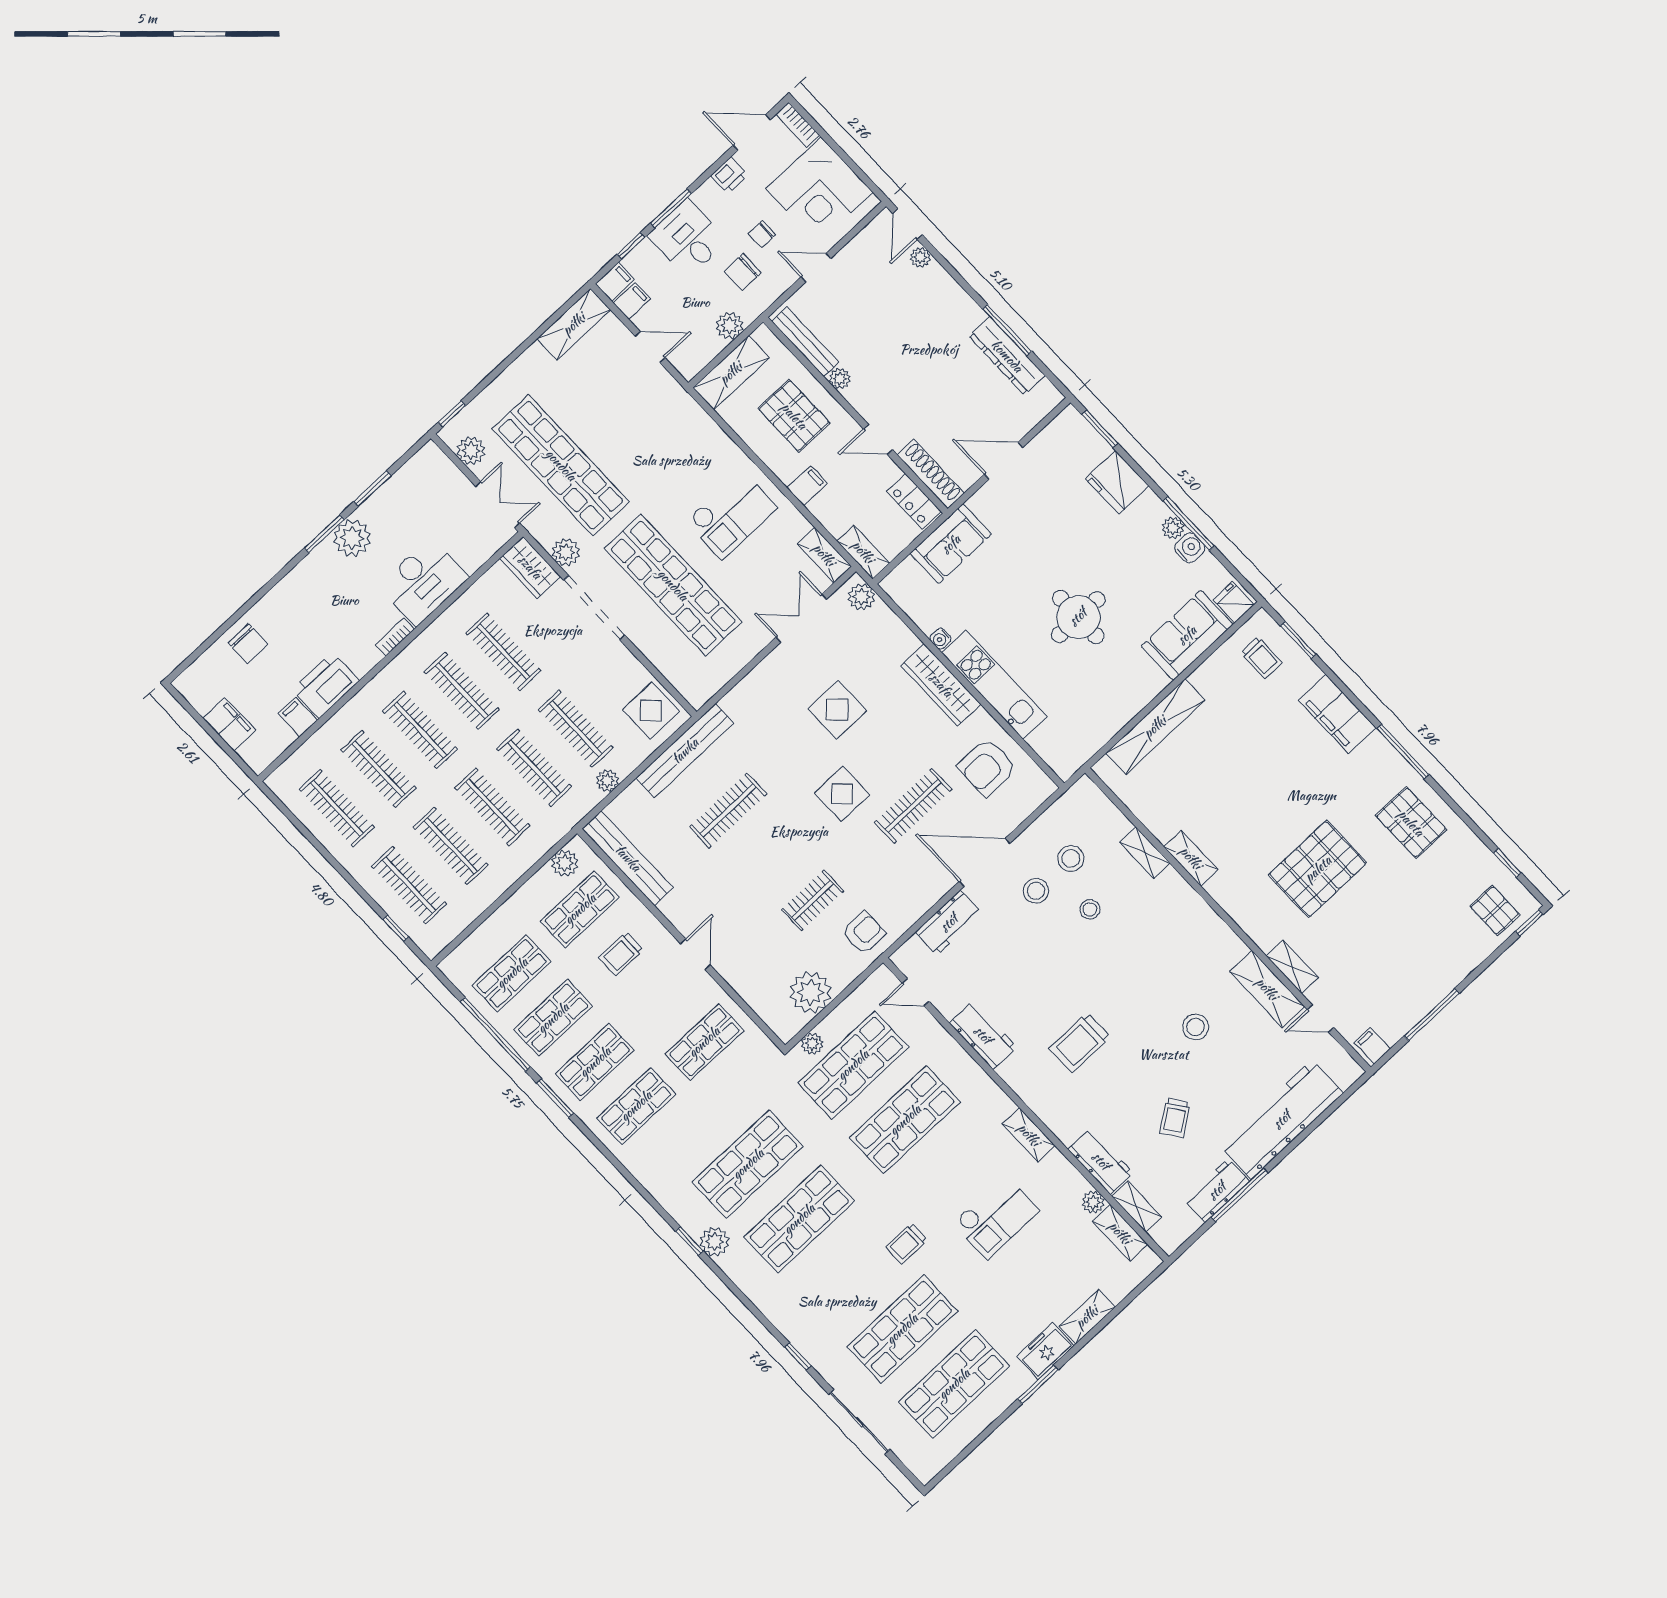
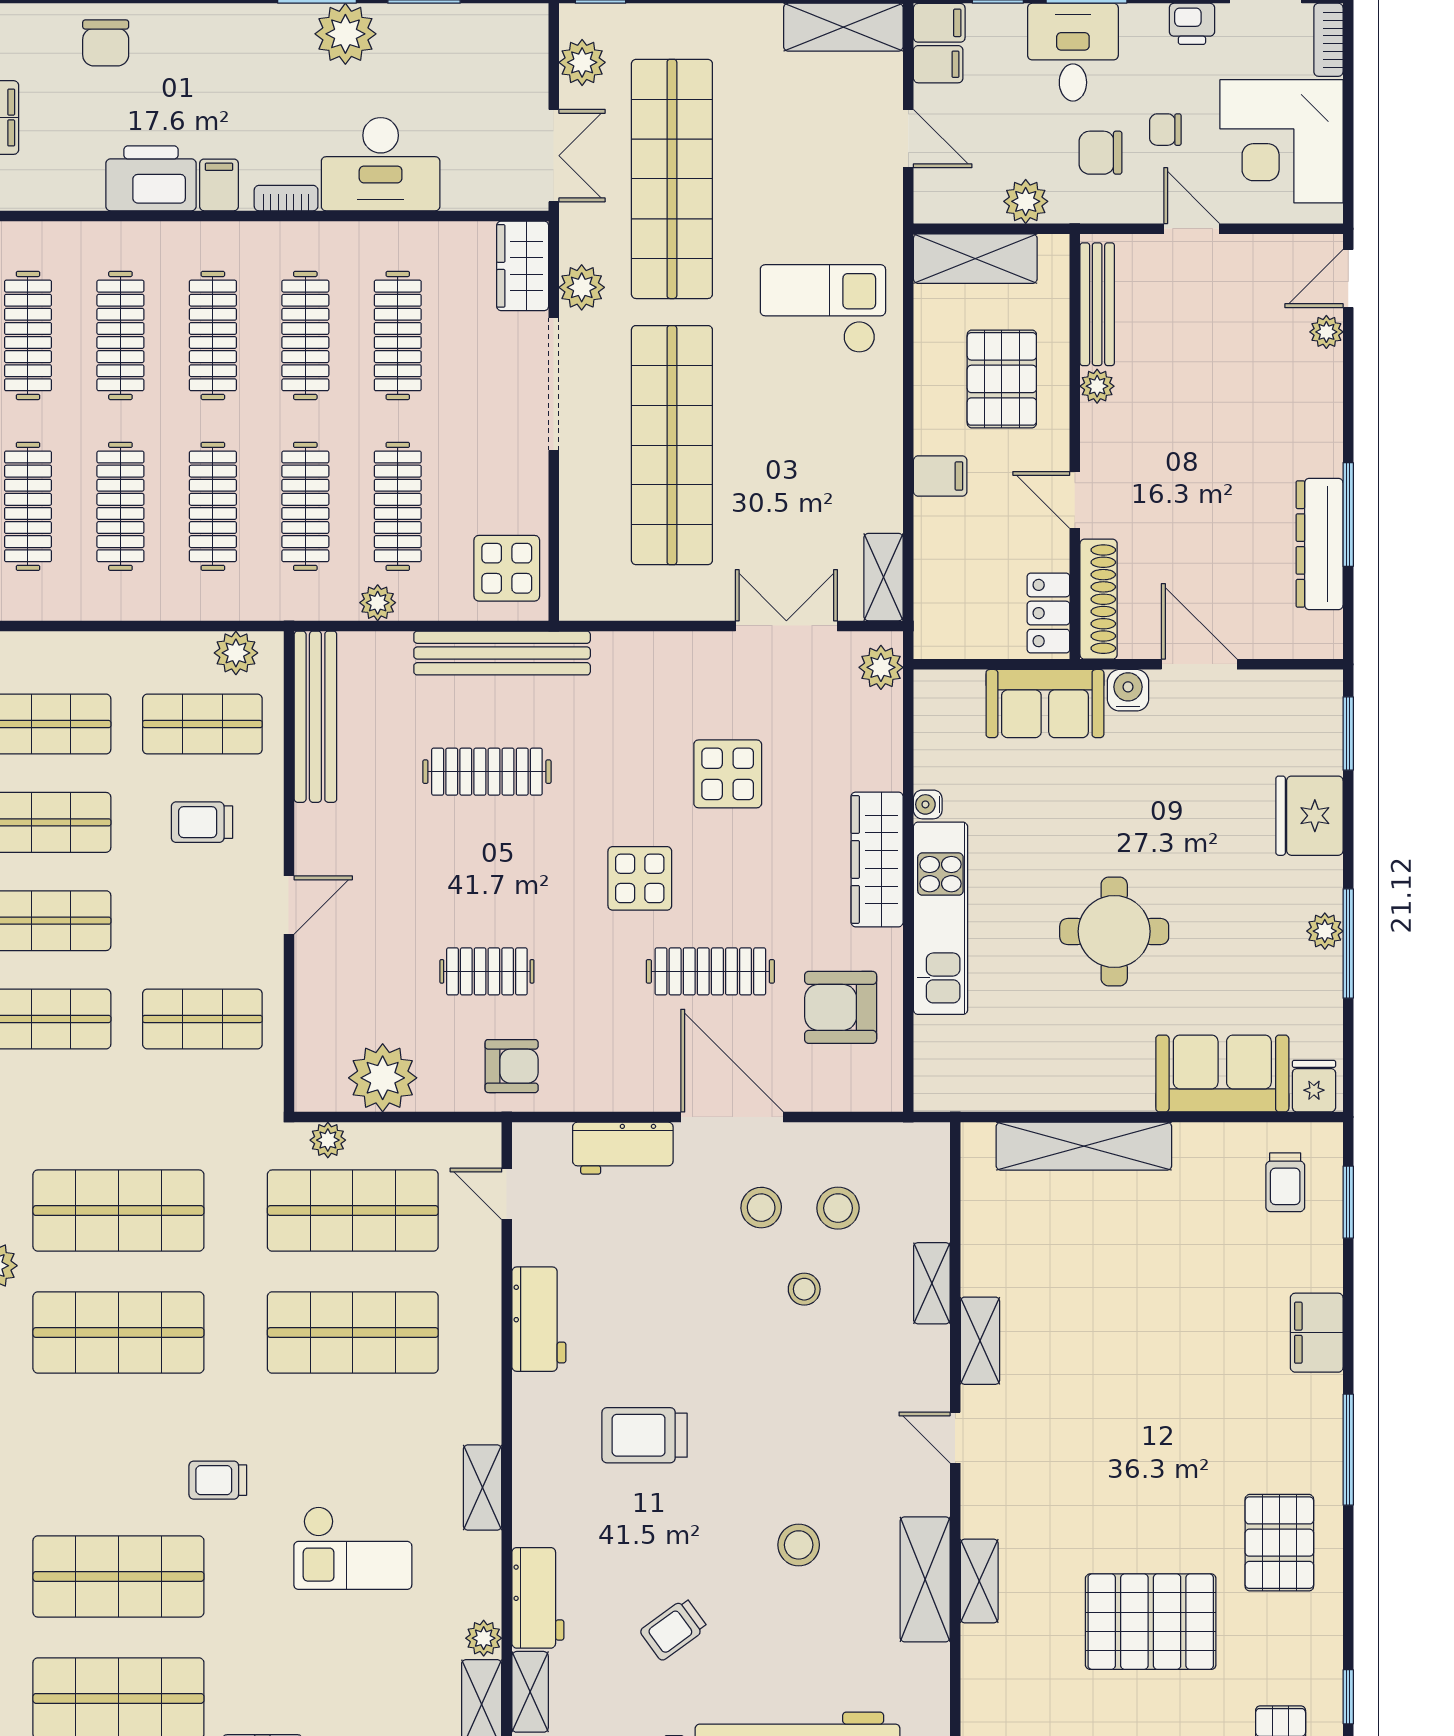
checkout: (731, 515) -> (823, 309), moved, turned 180
water cooler: (1190, 548) -> (1128, 690), moved, turned -90
shelving: (863, 552) -> (933, 617), removed
filing cabinet: (1337, 714) -> (1317, 1333), width x0.67, depth x0.86
filing cabinet: (298, 717) -> (219, 185), moved
pallet: (1318, 869) -> (1151, 1622), moved
door: (1320, 1018) -> (955, 1438), moved

